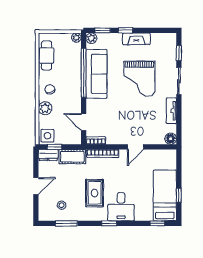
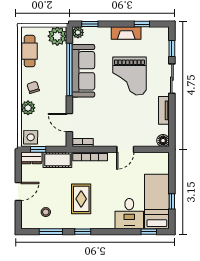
window: (126, 30) -> (142, 24), moved
plant: (76, 38) -> (57, 36), width x1.87, depth x1.87
desk: (121, 207) -> (129, 214), moved
window: (109, 223) -> (83, 232), moved

